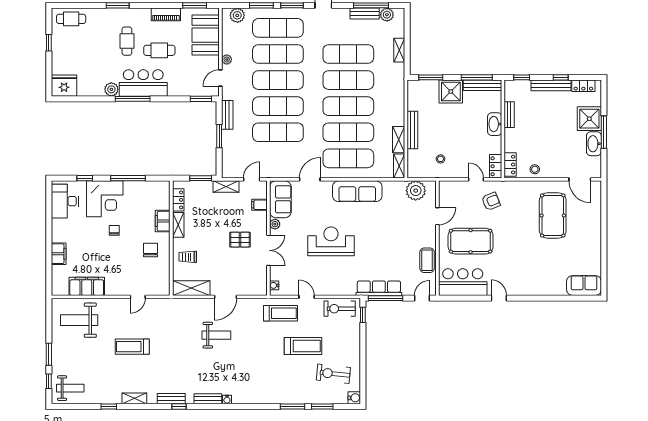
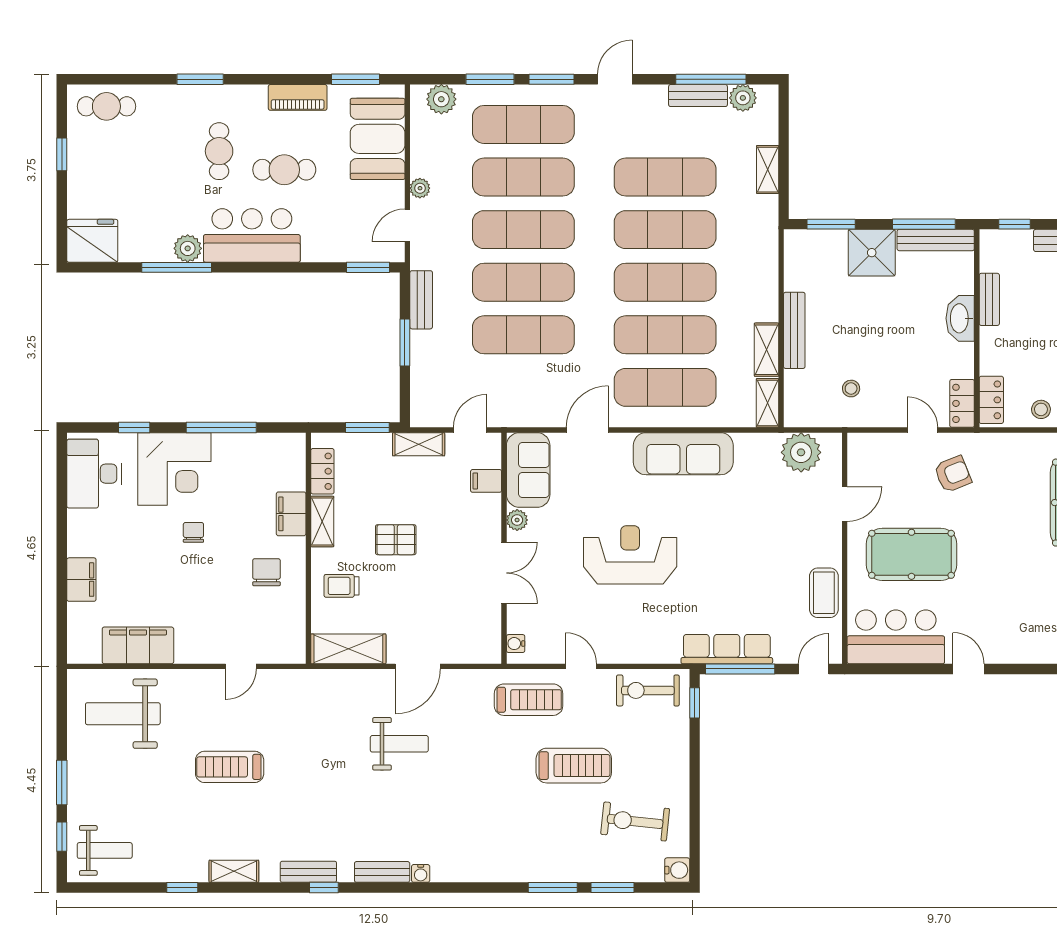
window: (133, 99) -> (177, 267), moved
pallet: (240, 240) -> (396, 540), moved

